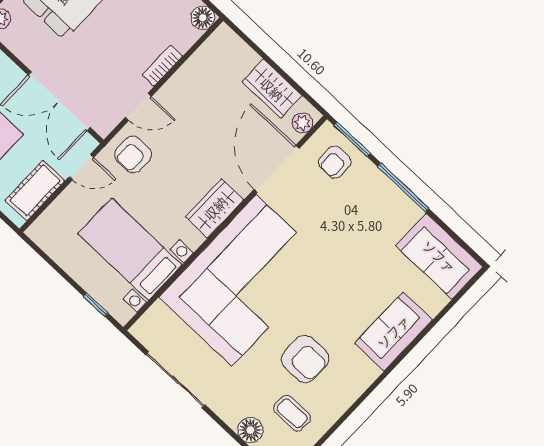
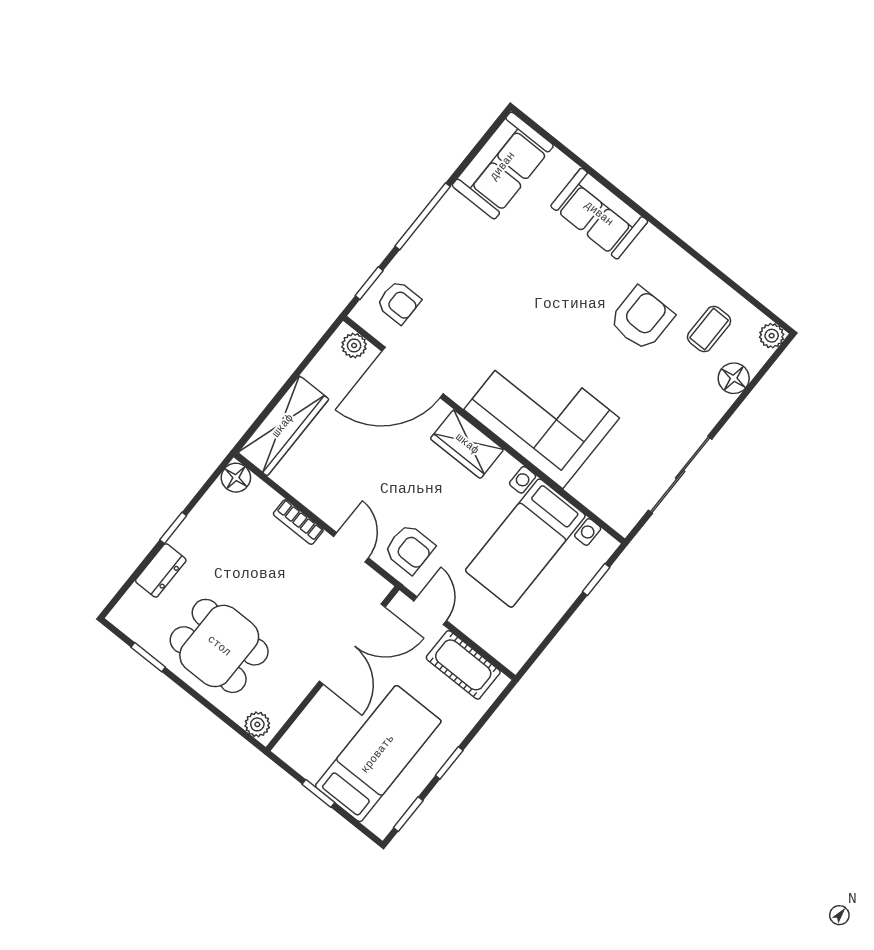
wardrobe: (272, 89) -> (283, 426), moved, width x1.50
window: (352, 139) -> (369, 283), width x0.67
corner sofa: (244, 280) -> (542, 414), width x0.73, depth x0.74

